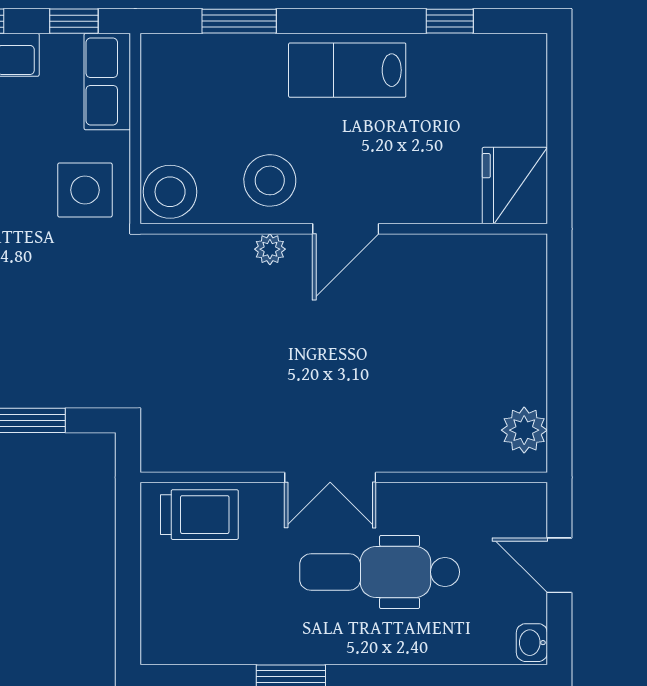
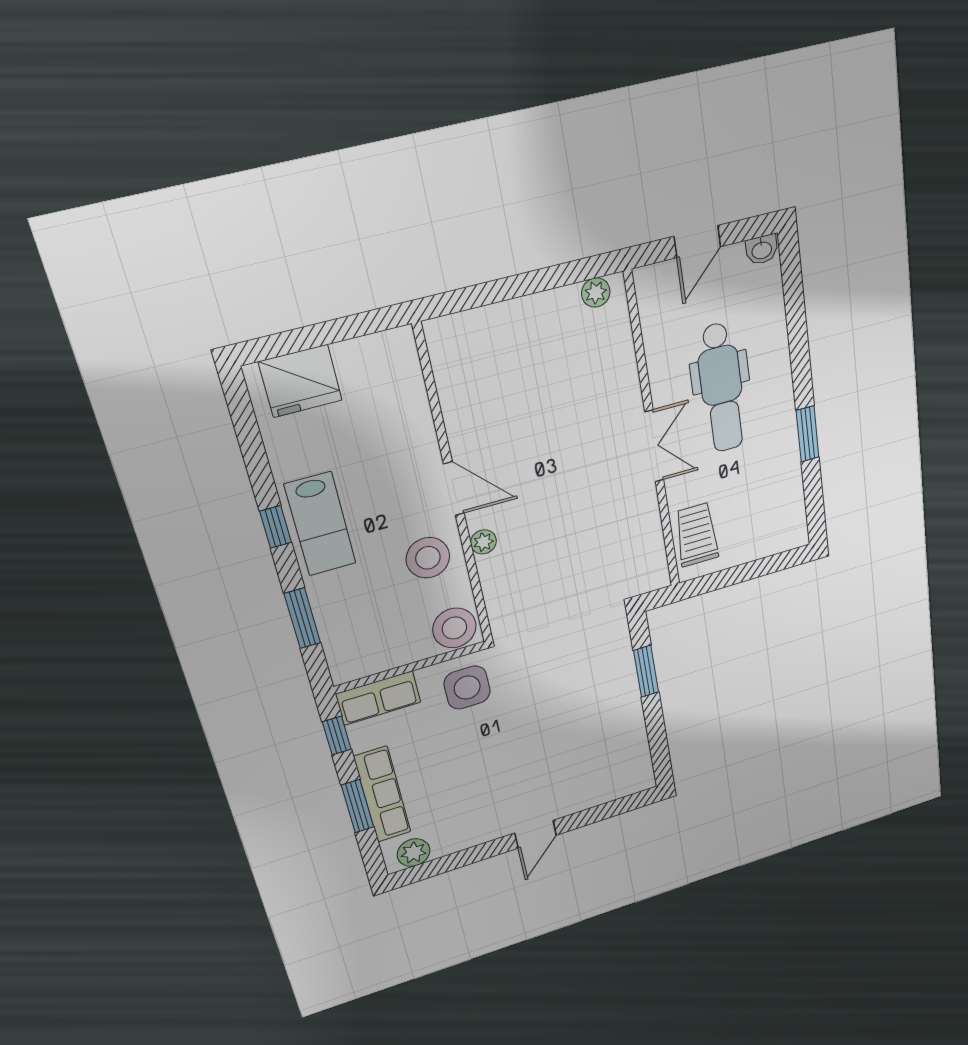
window: (450, 21) -> (276, 527), moved
fridge: (515, 186) -> (300, 381), moved
plant: (524, 430) -> (596, 293), width x0.73, depth x0.73

